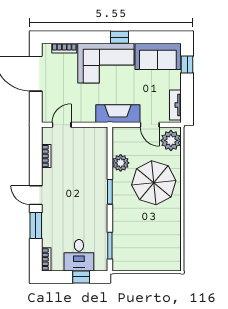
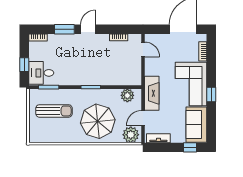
plant: (121, 163) -> (127, 95), moved
sun lounger: (141, 239) -> (54, 111), added
desk: (79, 255) -> (41, 73), moved

